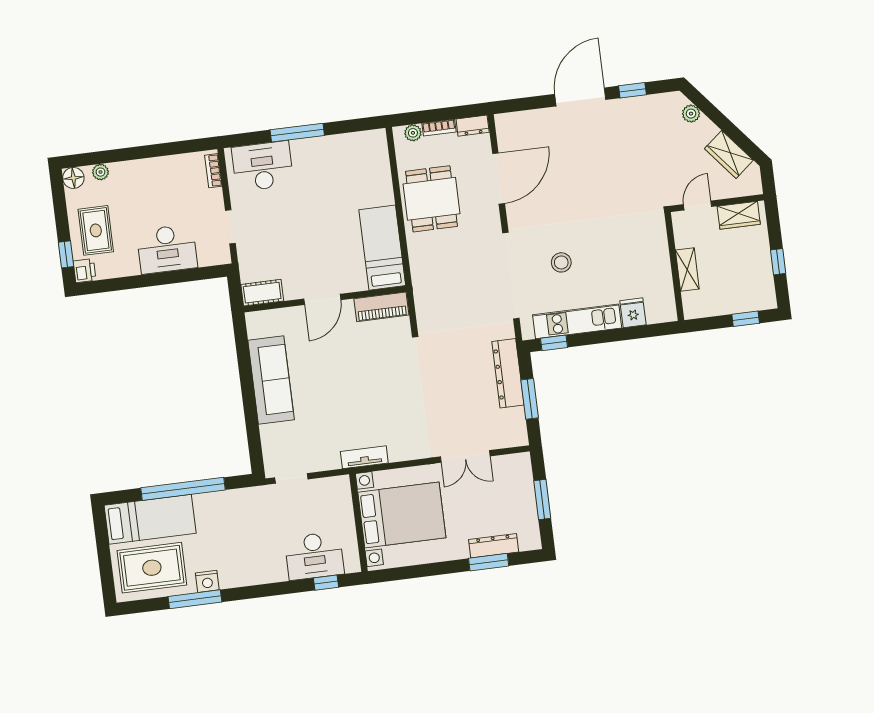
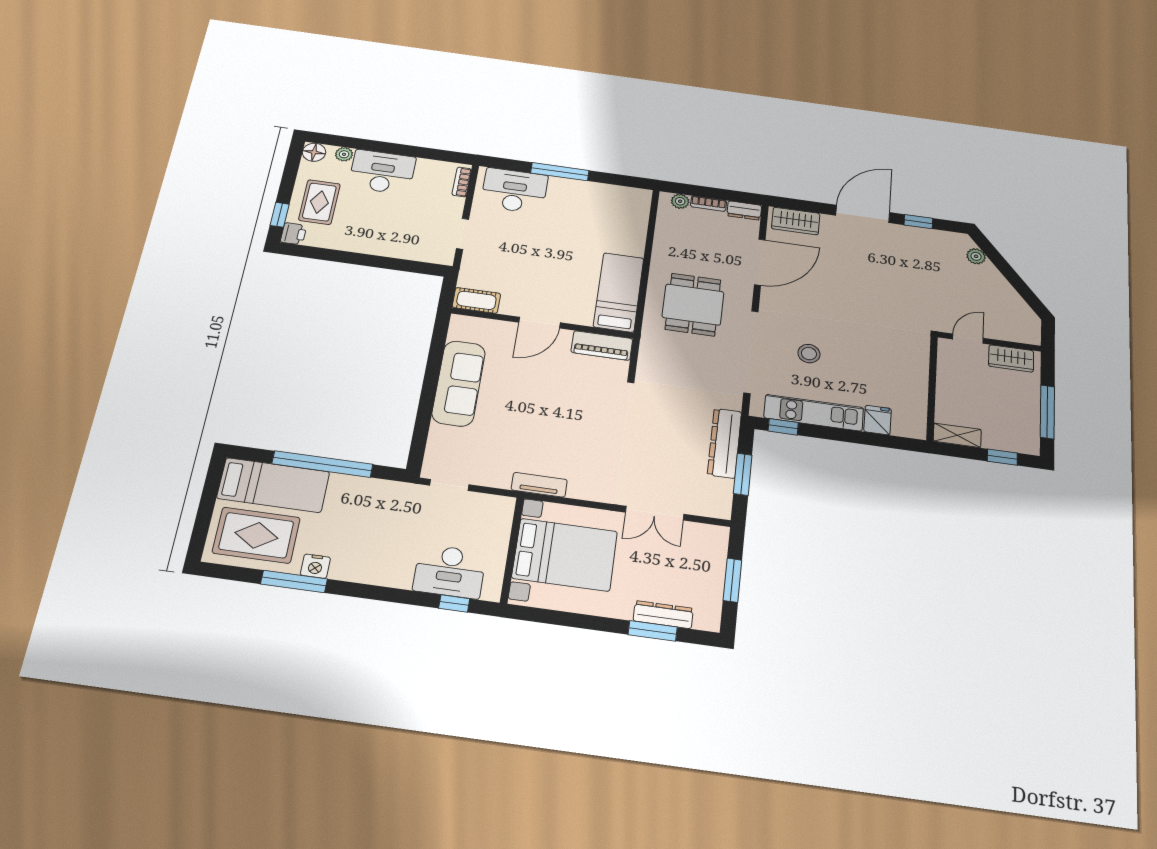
wardrobe: (729, 154) -> (796, 221), moved, turned -50
dining table: (432, 199) -> (693, 305), moved
desk: (167, 249) -> (382, 172), moved, turned 180
window: (778, 262) -> (1047, 412), width x2.17
shelving: (687, 269) -> (957, 435), moved, turned 90

